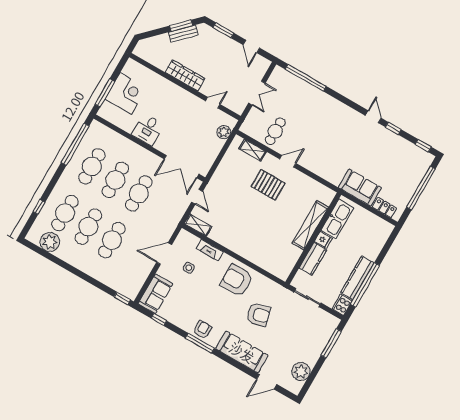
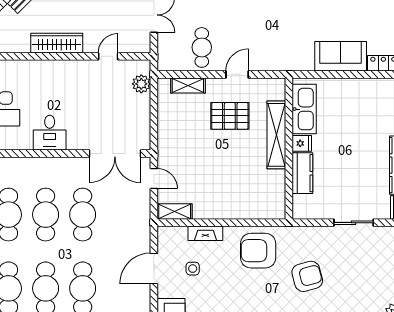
kitchen sink: (337, 219) -> (304, 109), moved
shelving: (310, 225) -> (276, 135), moved
wall: (313, 238) -> (289, 149), moved
fridge: (323, 240) -> (302, 143), moved
kitchen counter: (313, 259) -> (302, 173), moved

